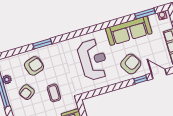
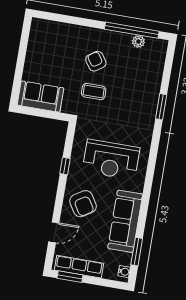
armchair: (34, 66) -> (139, 83), removed
window: (140, 79) -> (65, 166), moved
armchair: (27, 92) -> (96, 61), moved

